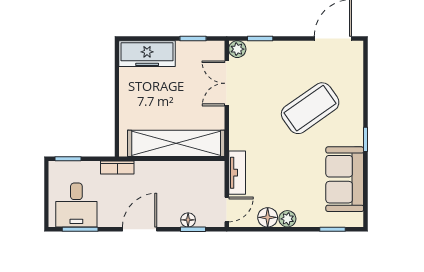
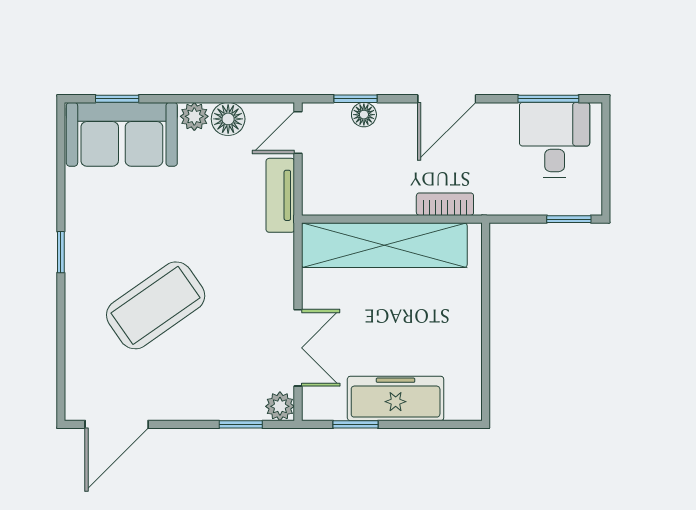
freezer: (147, 54) -> (396, 398), moved
bookcase: (117, 167) -> (445, 204), moved
sofa: (345, 179) -> (122, 134), moved, turned 90

